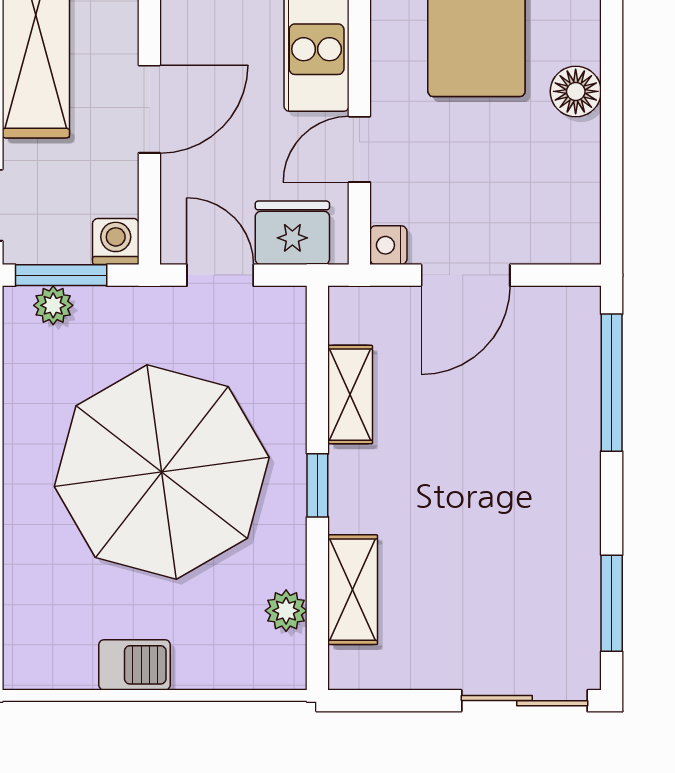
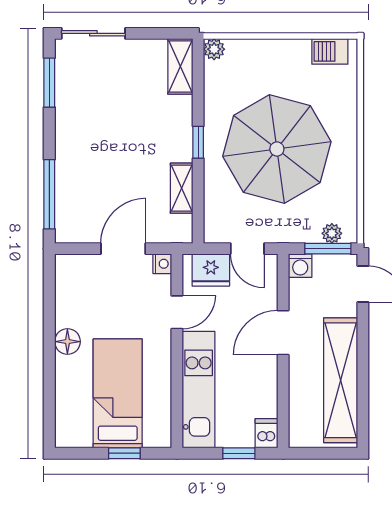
shelving: (353, 590) -> (180, 66), moved
plant: (286, 611) -> (214, 49), moved
barbecue: (135, 665) -> (330, 51), moved

